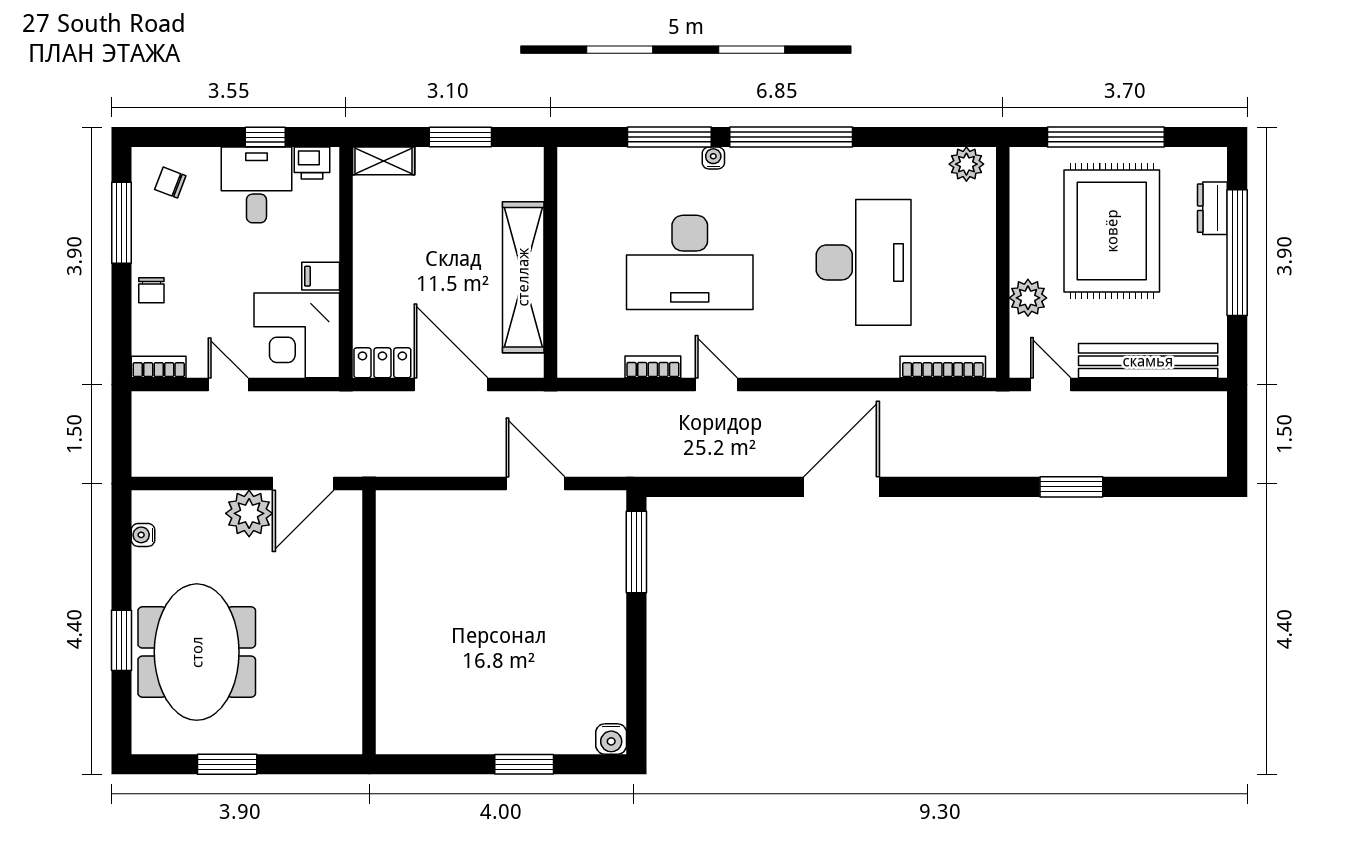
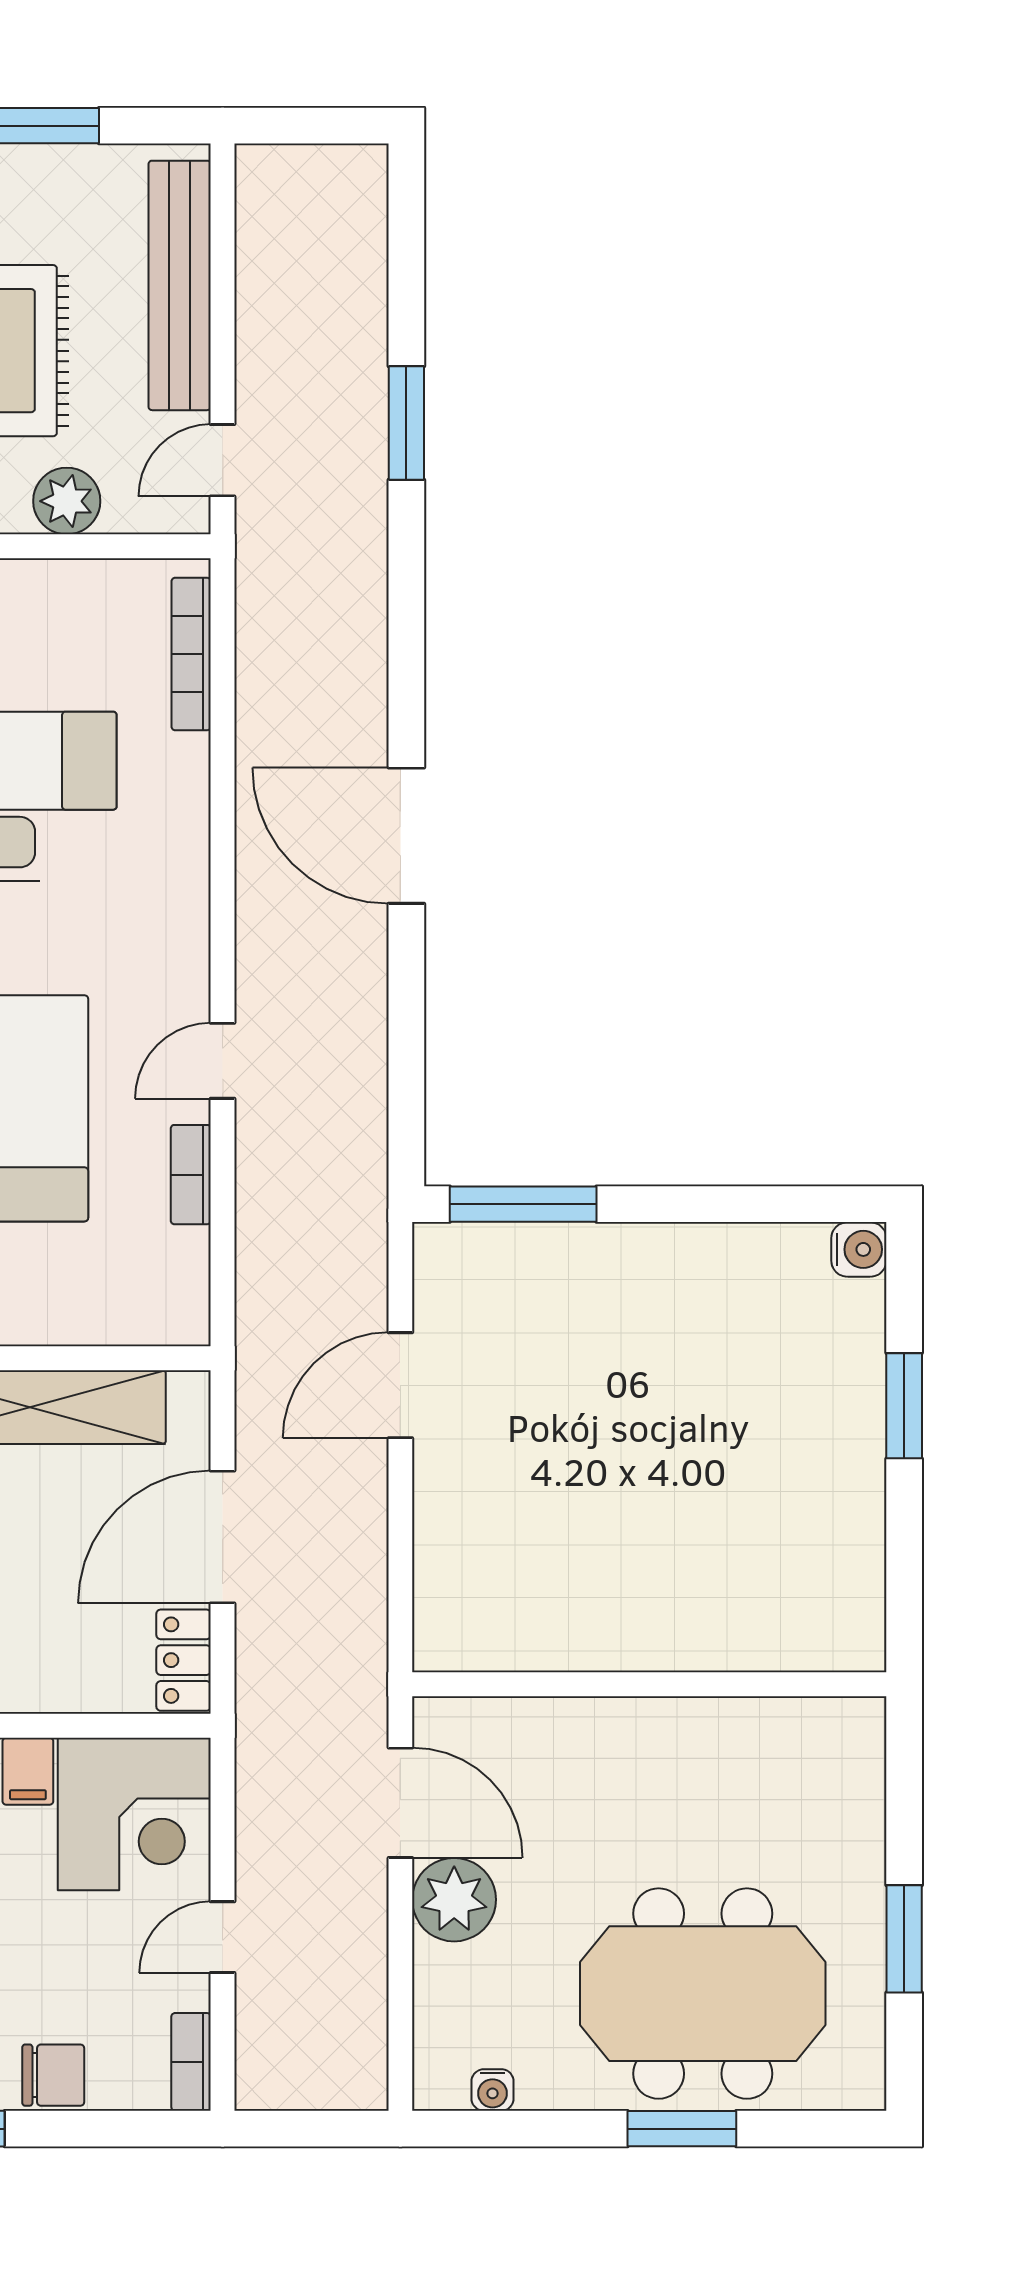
chair: (151, 290) -> (53, 2075), width x1.37, depth x1.37

